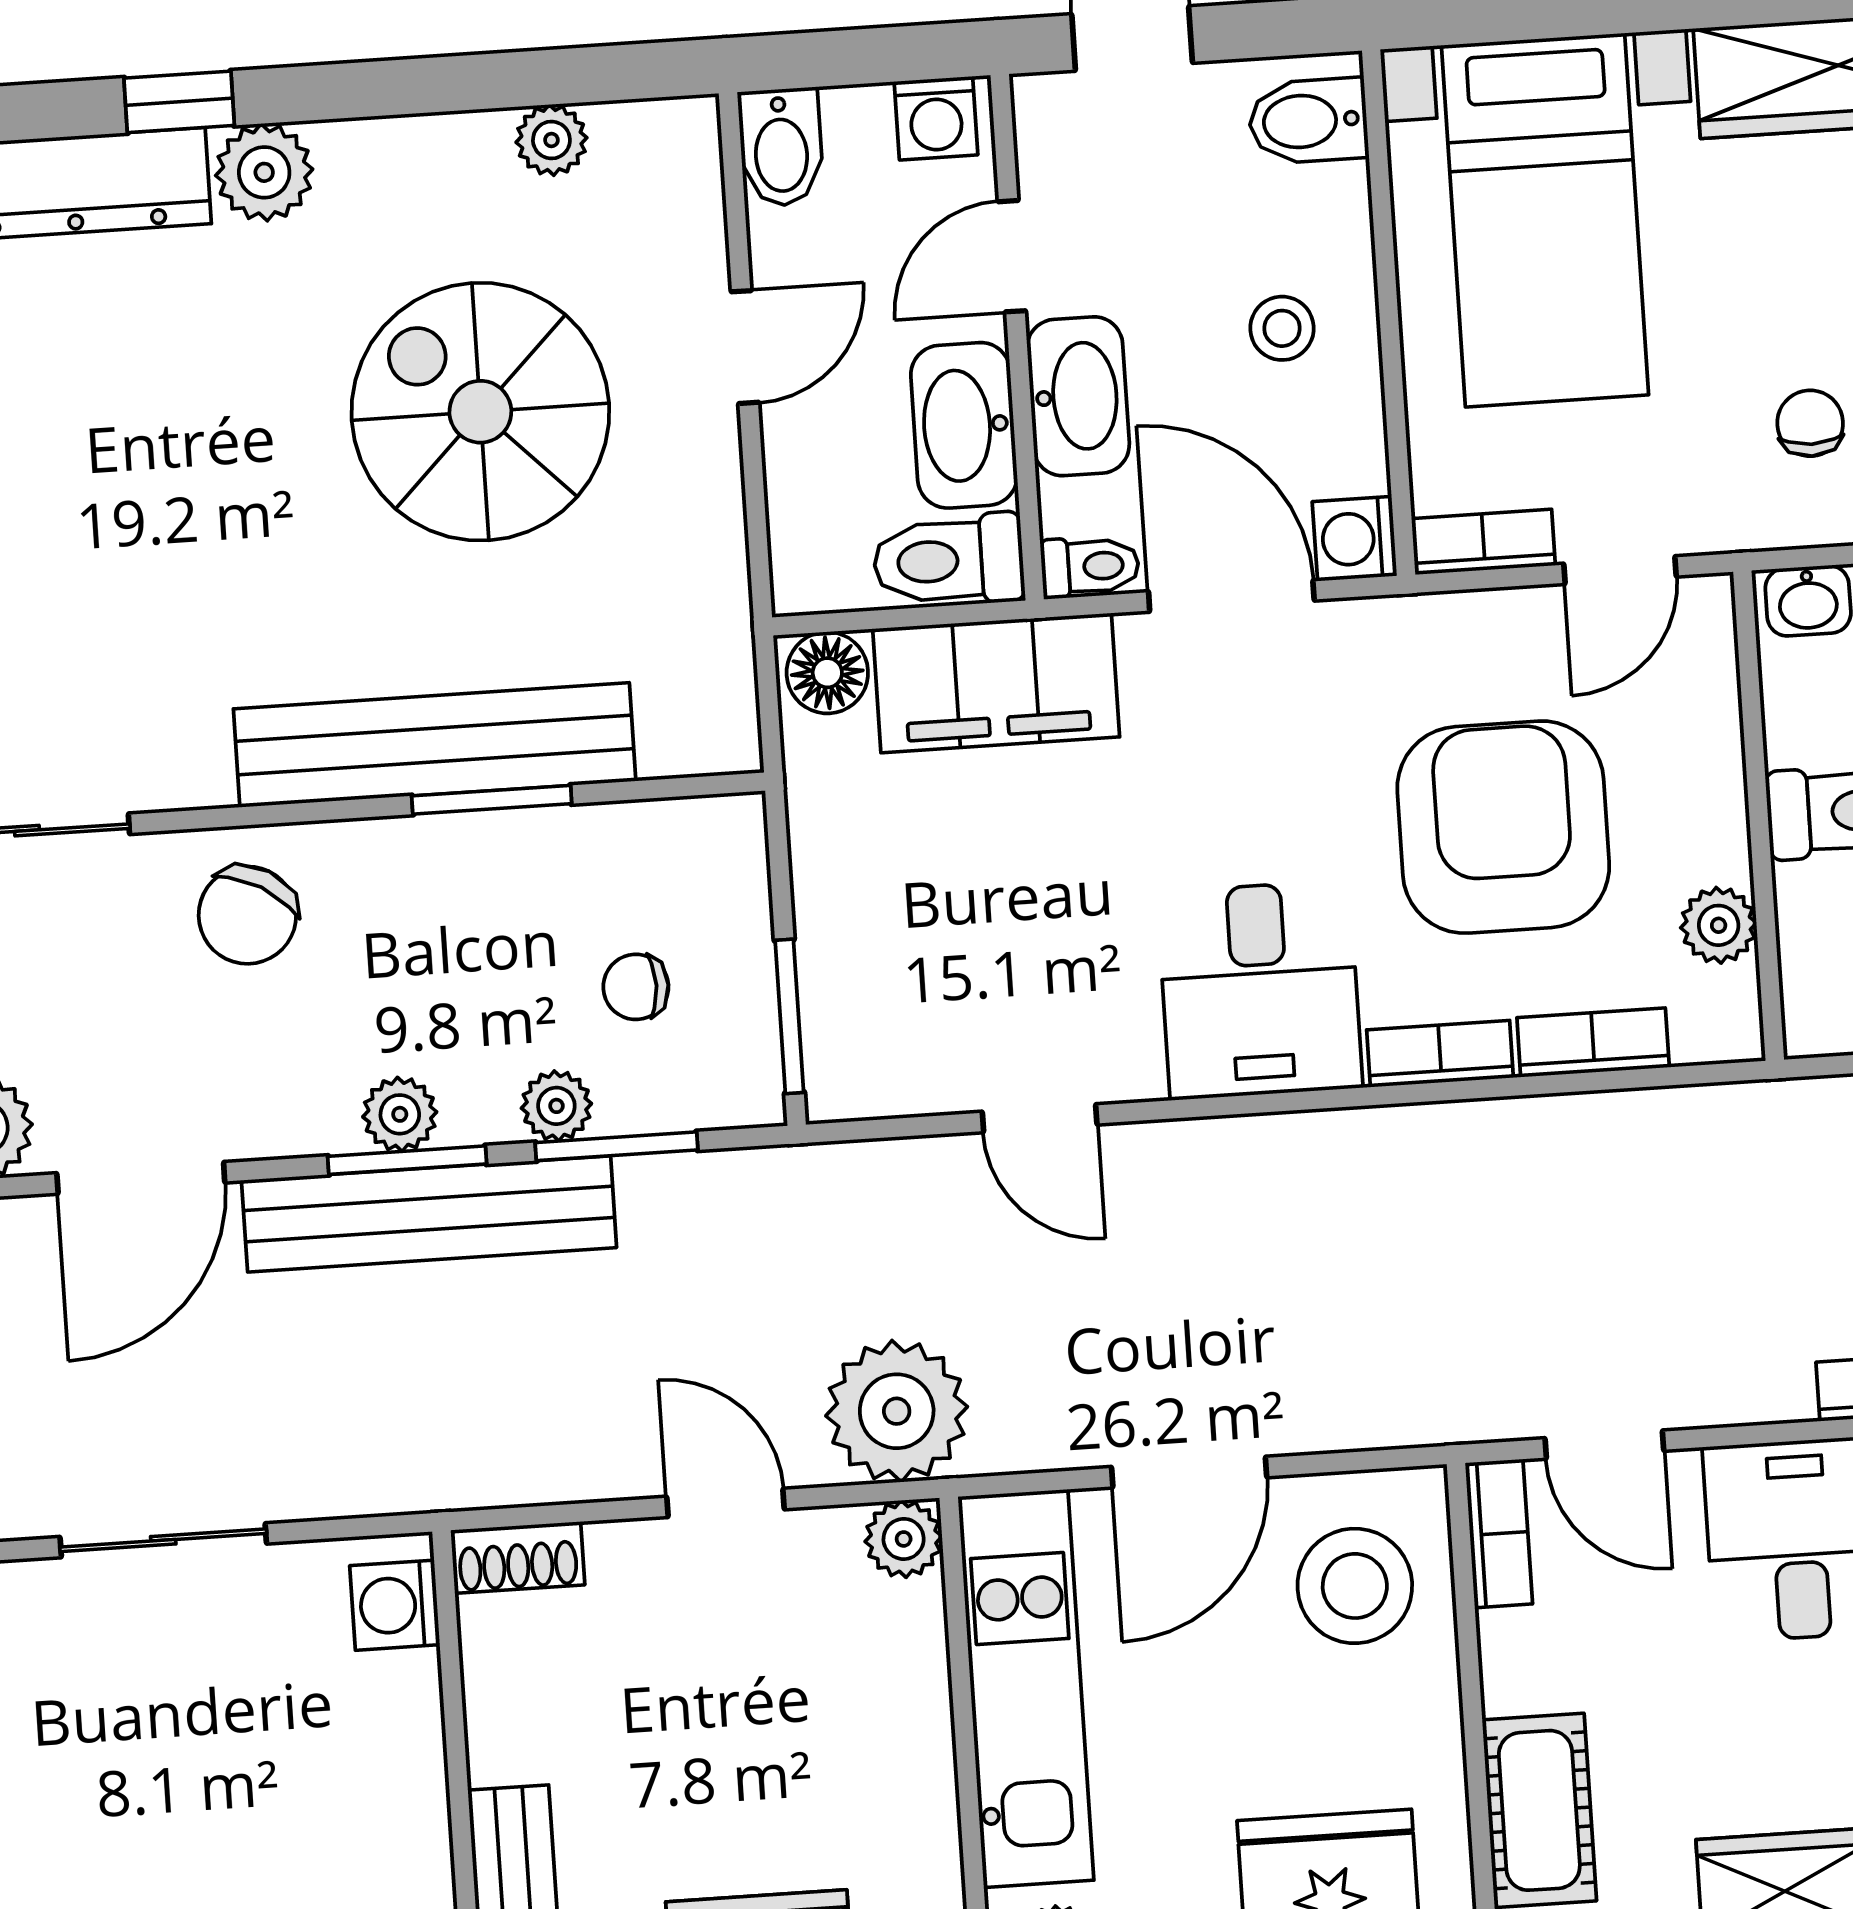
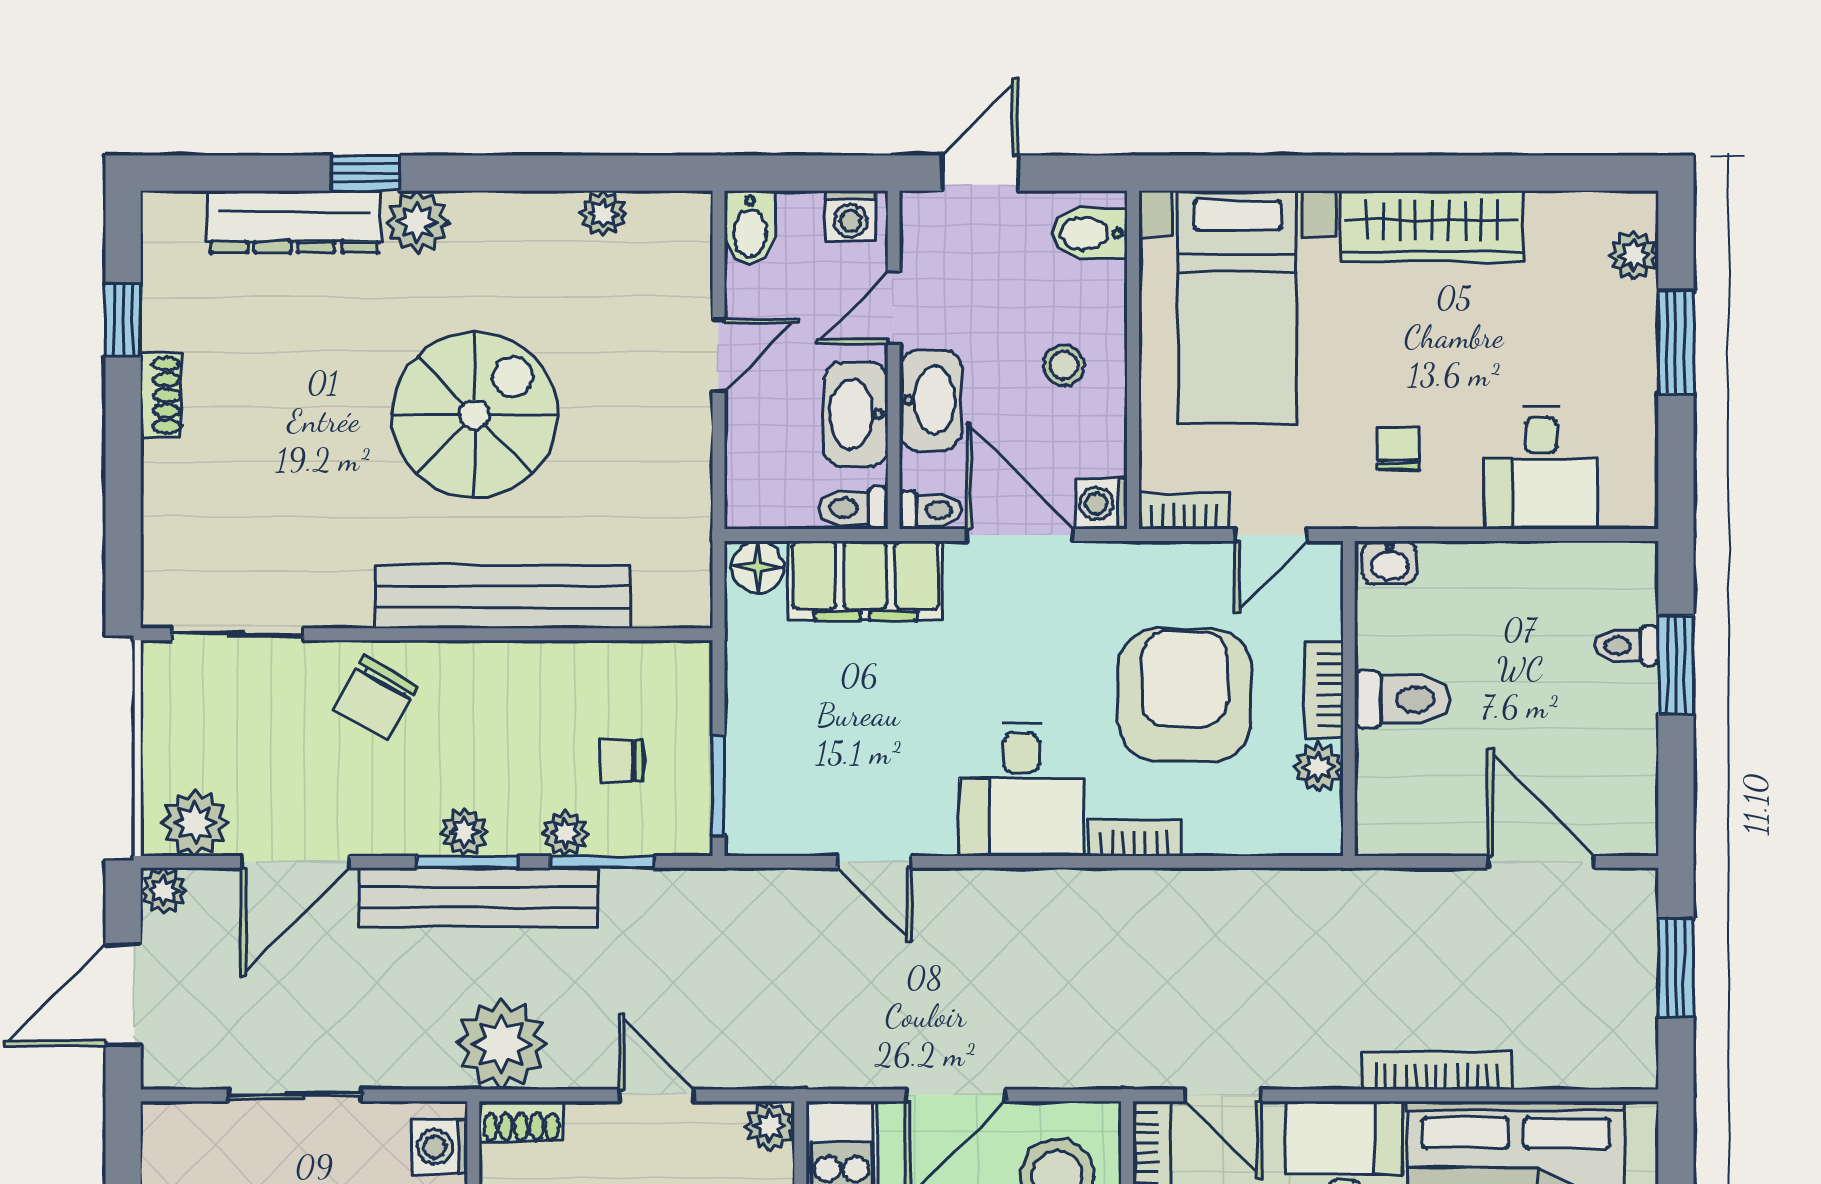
spiral stairs: (480, 412) -> (475, 415), moved, turned 90
toilet: (949, 560) -> (853, 508), width x0.73, depth x0.72
window: (492, 800) -> (537, 634), removed
bookcase: (1593, 1042) -> (1324, 690), moved, turned -90
plant: (897, 1411) -> (501, 1044), moved

